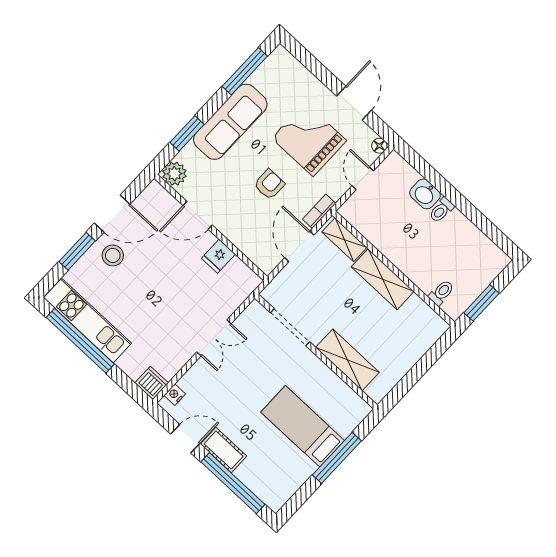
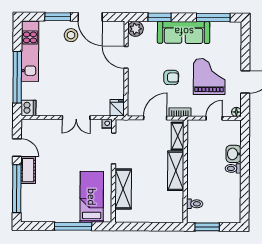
fridge: (218, 256) -> (117, 108), moved, turned 90
window: (80, 341) -> (17, 77), moved
nightstand: (175, 395) -> (107, 124), moved
bed: (303, 426) -> (92, 197), moved

